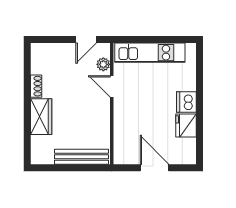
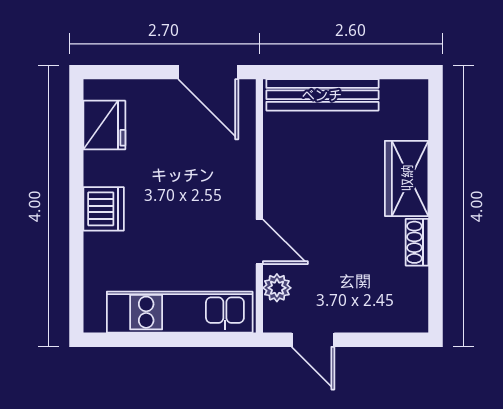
door: (86, 39) -> (313, 340), swing flipped
fridge: (186, 126) -> (104, 125), moved
door: (154, 168) -> (208, 72), moved

